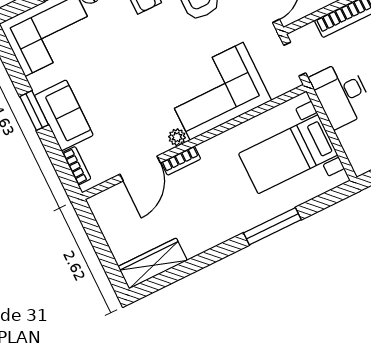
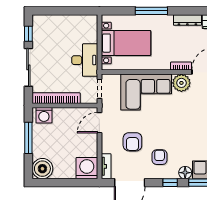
plant: (177, 137) -> (181, 83), width x1.88, depth x1.88
dresser: (207, 240) -> (187, 20), added

